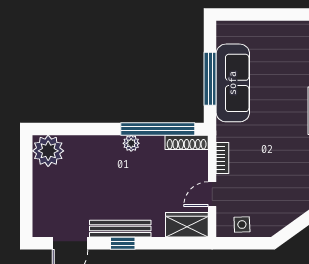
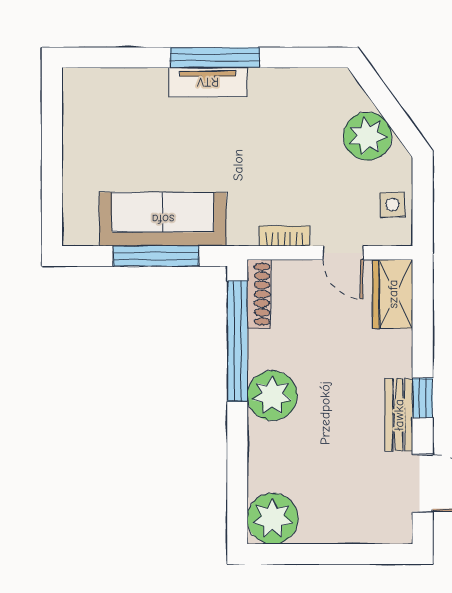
plant: (131, 143) -> (272, 396), width x1.88, depth x1.88
plant: (284, 209) -> (368, 136), added
bench: (120, 229) -> (399, 415), width x0.73

